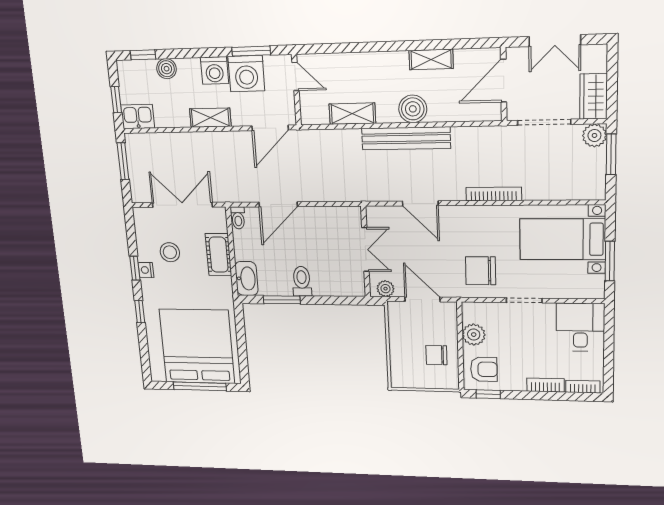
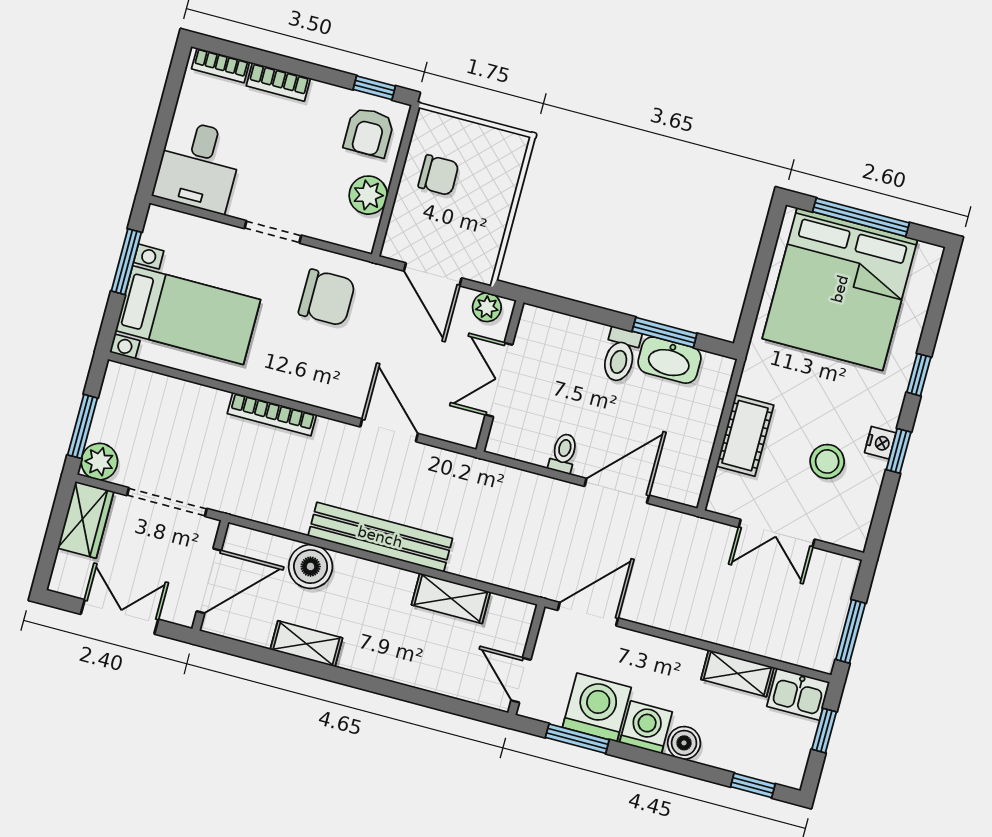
boiler: (167, 69) -> (684, 743), moved
boiler: (413, 109) -> (311, 567), moved
shelving: (210, 118) -> (737, 673), moved
double door: (182, 205) -> (777, 533), width x0.73
toilet: (238, 218) -> (563, 453), moved
washbasin: (246, 278) -> (669, 360), moved, turned -90
armchair: (484, 369) -> (369, 132), turned -90

